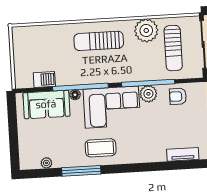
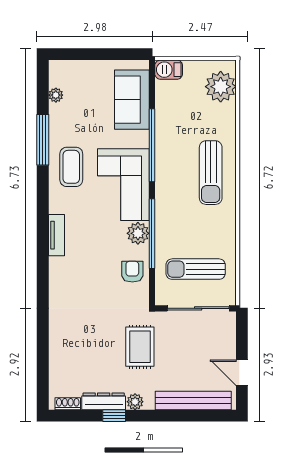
plant: (146, 30) -> (221, 87), moved
sun lounger: (99, 41) -> (211, 173), turned 180
barbecue: (44, 79) -> (169, 70), moved, turned 90
floor lamp: (75, 95) -> (142, 138), removed
tv unit: (183, 154) -> (56, 235), moved

